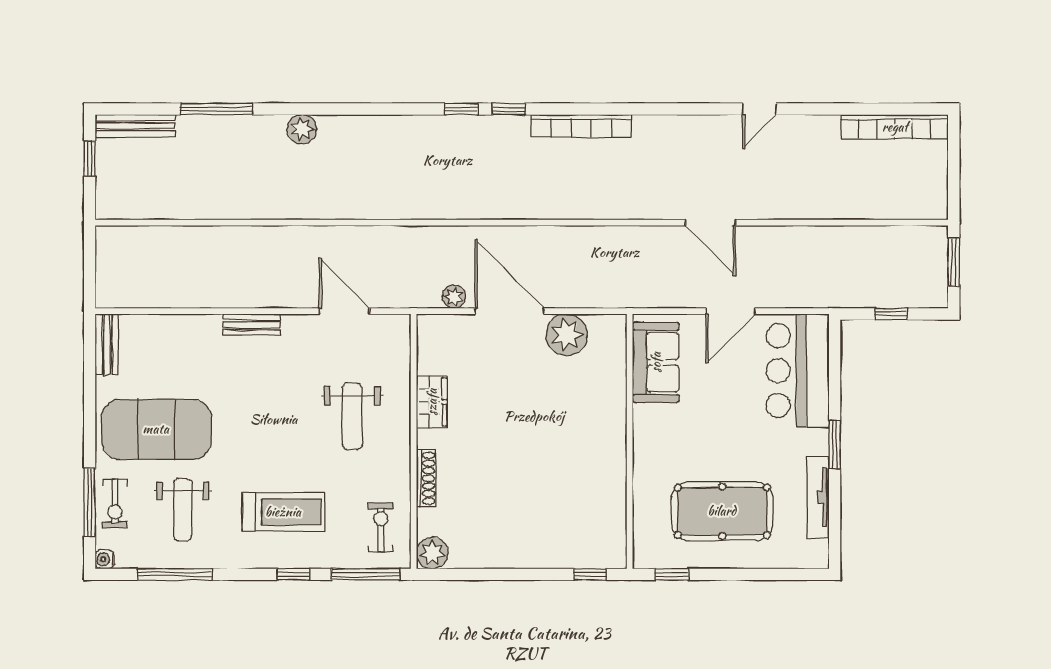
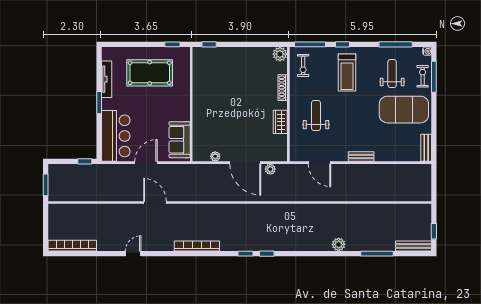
bookcase: (581, 126) -> (197, 246), moved
window: (891, 314) -> (85, 161), moved
plant: (567, 335) -> (215, 156), width x0.53, depth x0.53
treadmill: (283, 512) -> (347, 73), turned -90

